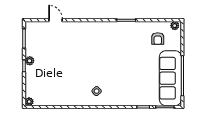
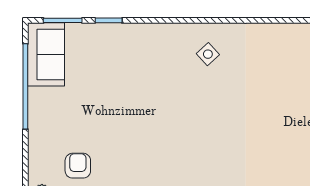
sofa: (170, 78) -> (46, 54), width x0.54, depth x0.79

